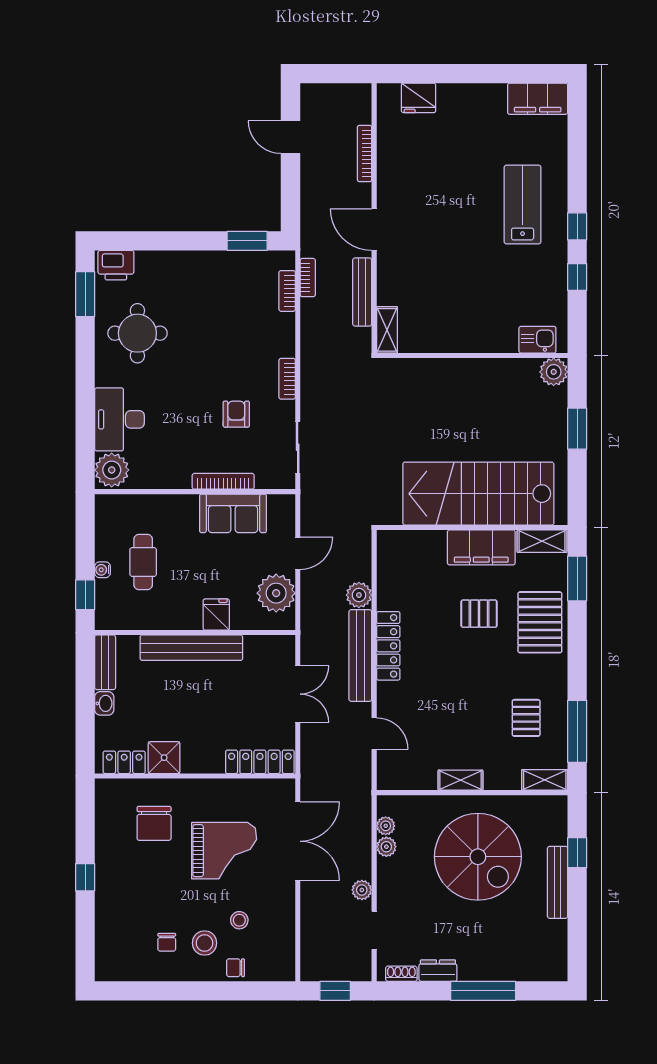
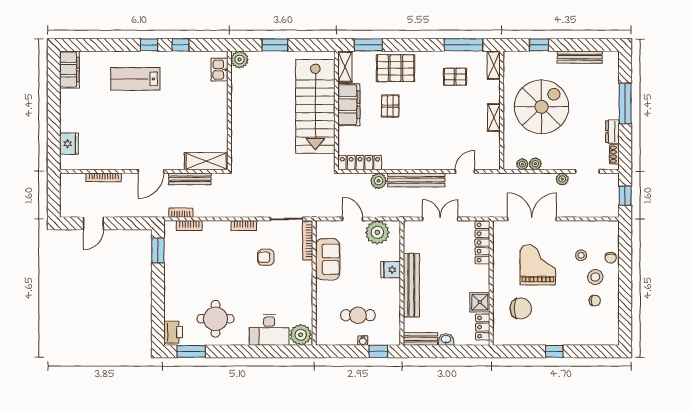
shelving: (387, 330) -> (206, 161), width x1.50, depth x1.33
bookcase: (223, 481) -> (308, 241), moved
locker: (388, 646) -> (360, 163), moved
bench: (558, 882) -> (580, 57), moved

